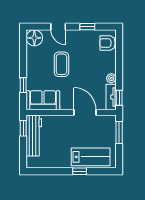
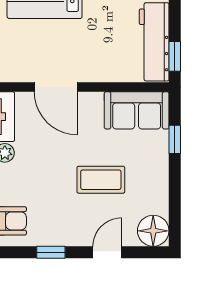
door: (58, 27) -> (107, 252), hinge flipped
coffee table: (61, 64) -> (101, 180), turned 90

